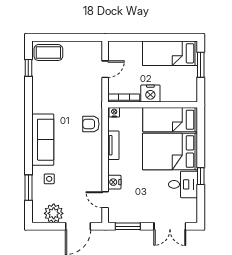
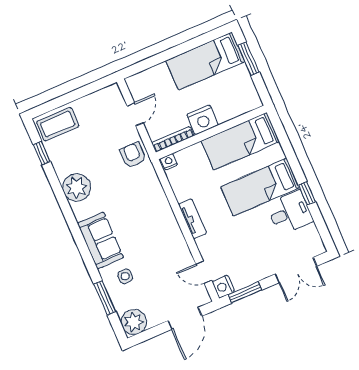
plant: (42, 102) -> (77, 187), added
armchair: (91, 124) -> (133, 155), moved, turned 90
sofa: (43, 140) -> (100, 241), width x0.73
tv unit: (113, 145) -> (192, 219), moved
bed: (170, 151) -> (260, 187), width x0.67
nightstand: (114, 182) -> (223, 287), moved
plant: (54, 213) -> (134, 322), moved

